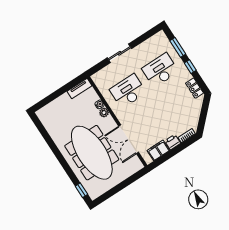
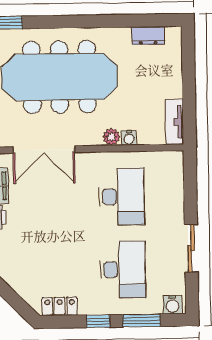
water cooler: (162, 38) -> (173, 305), added
sliding door: (119, 53) -> (191, 248), moved
dresser: (48, 125) -> (148, 36), added
double door: (129, 139) -> (44, 150), swing flipped

